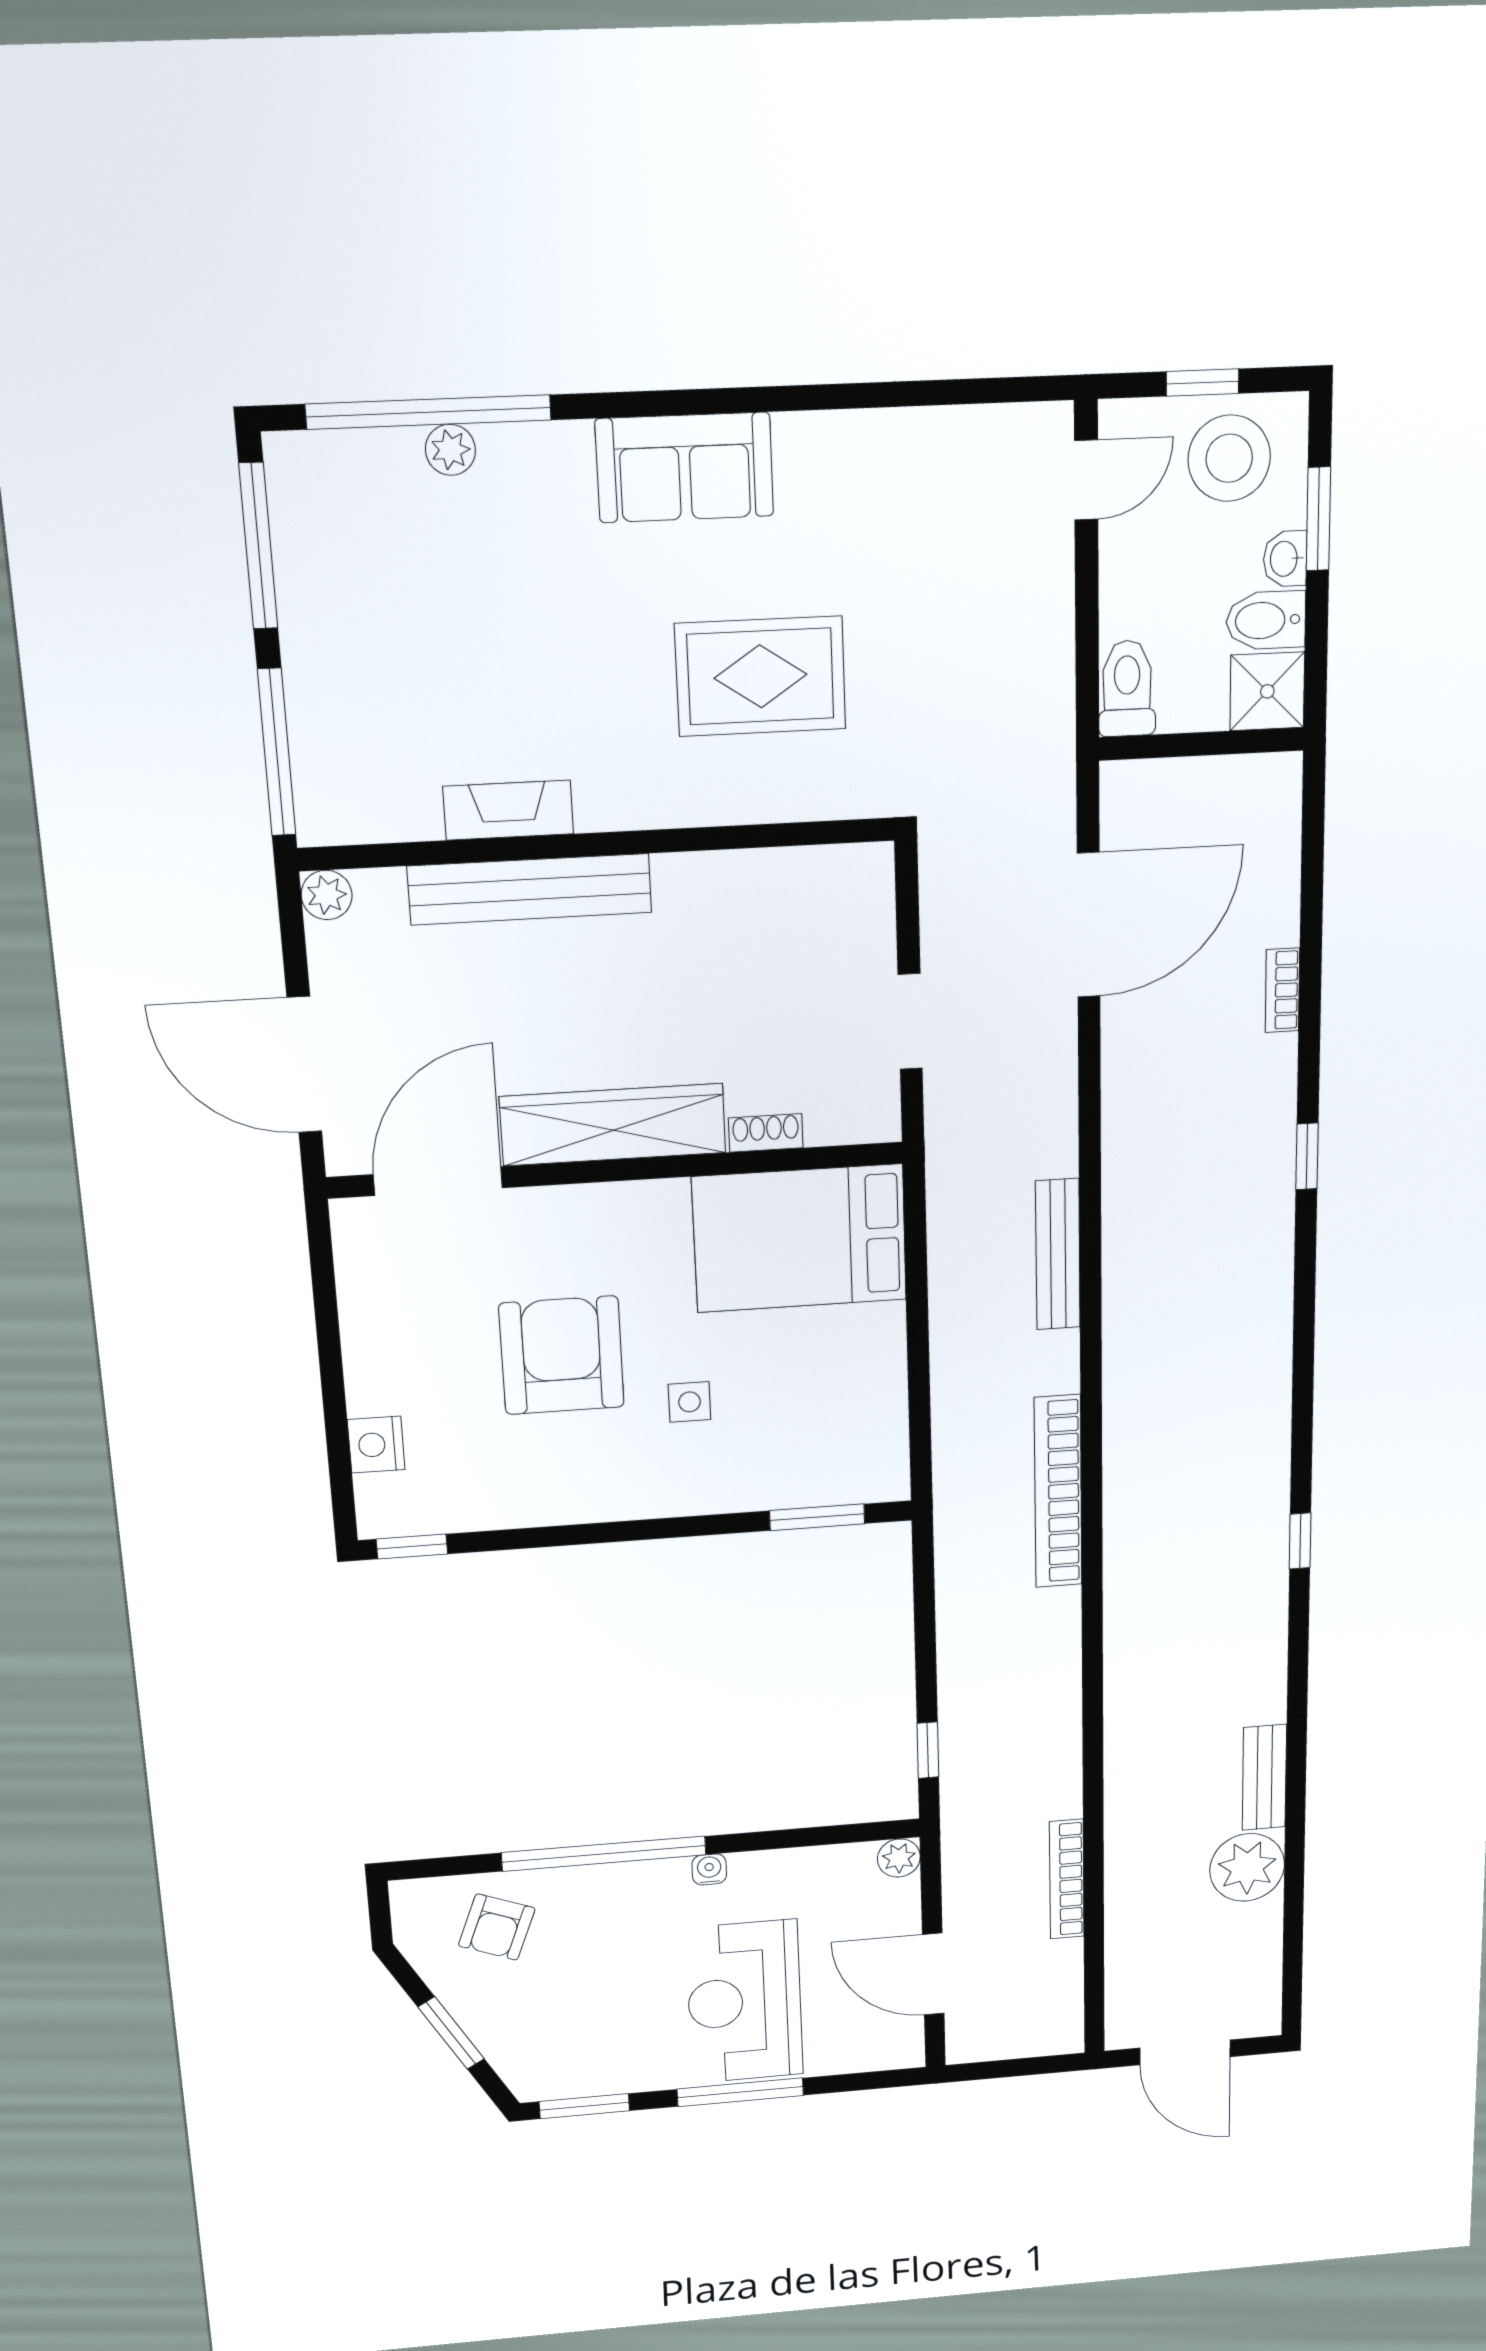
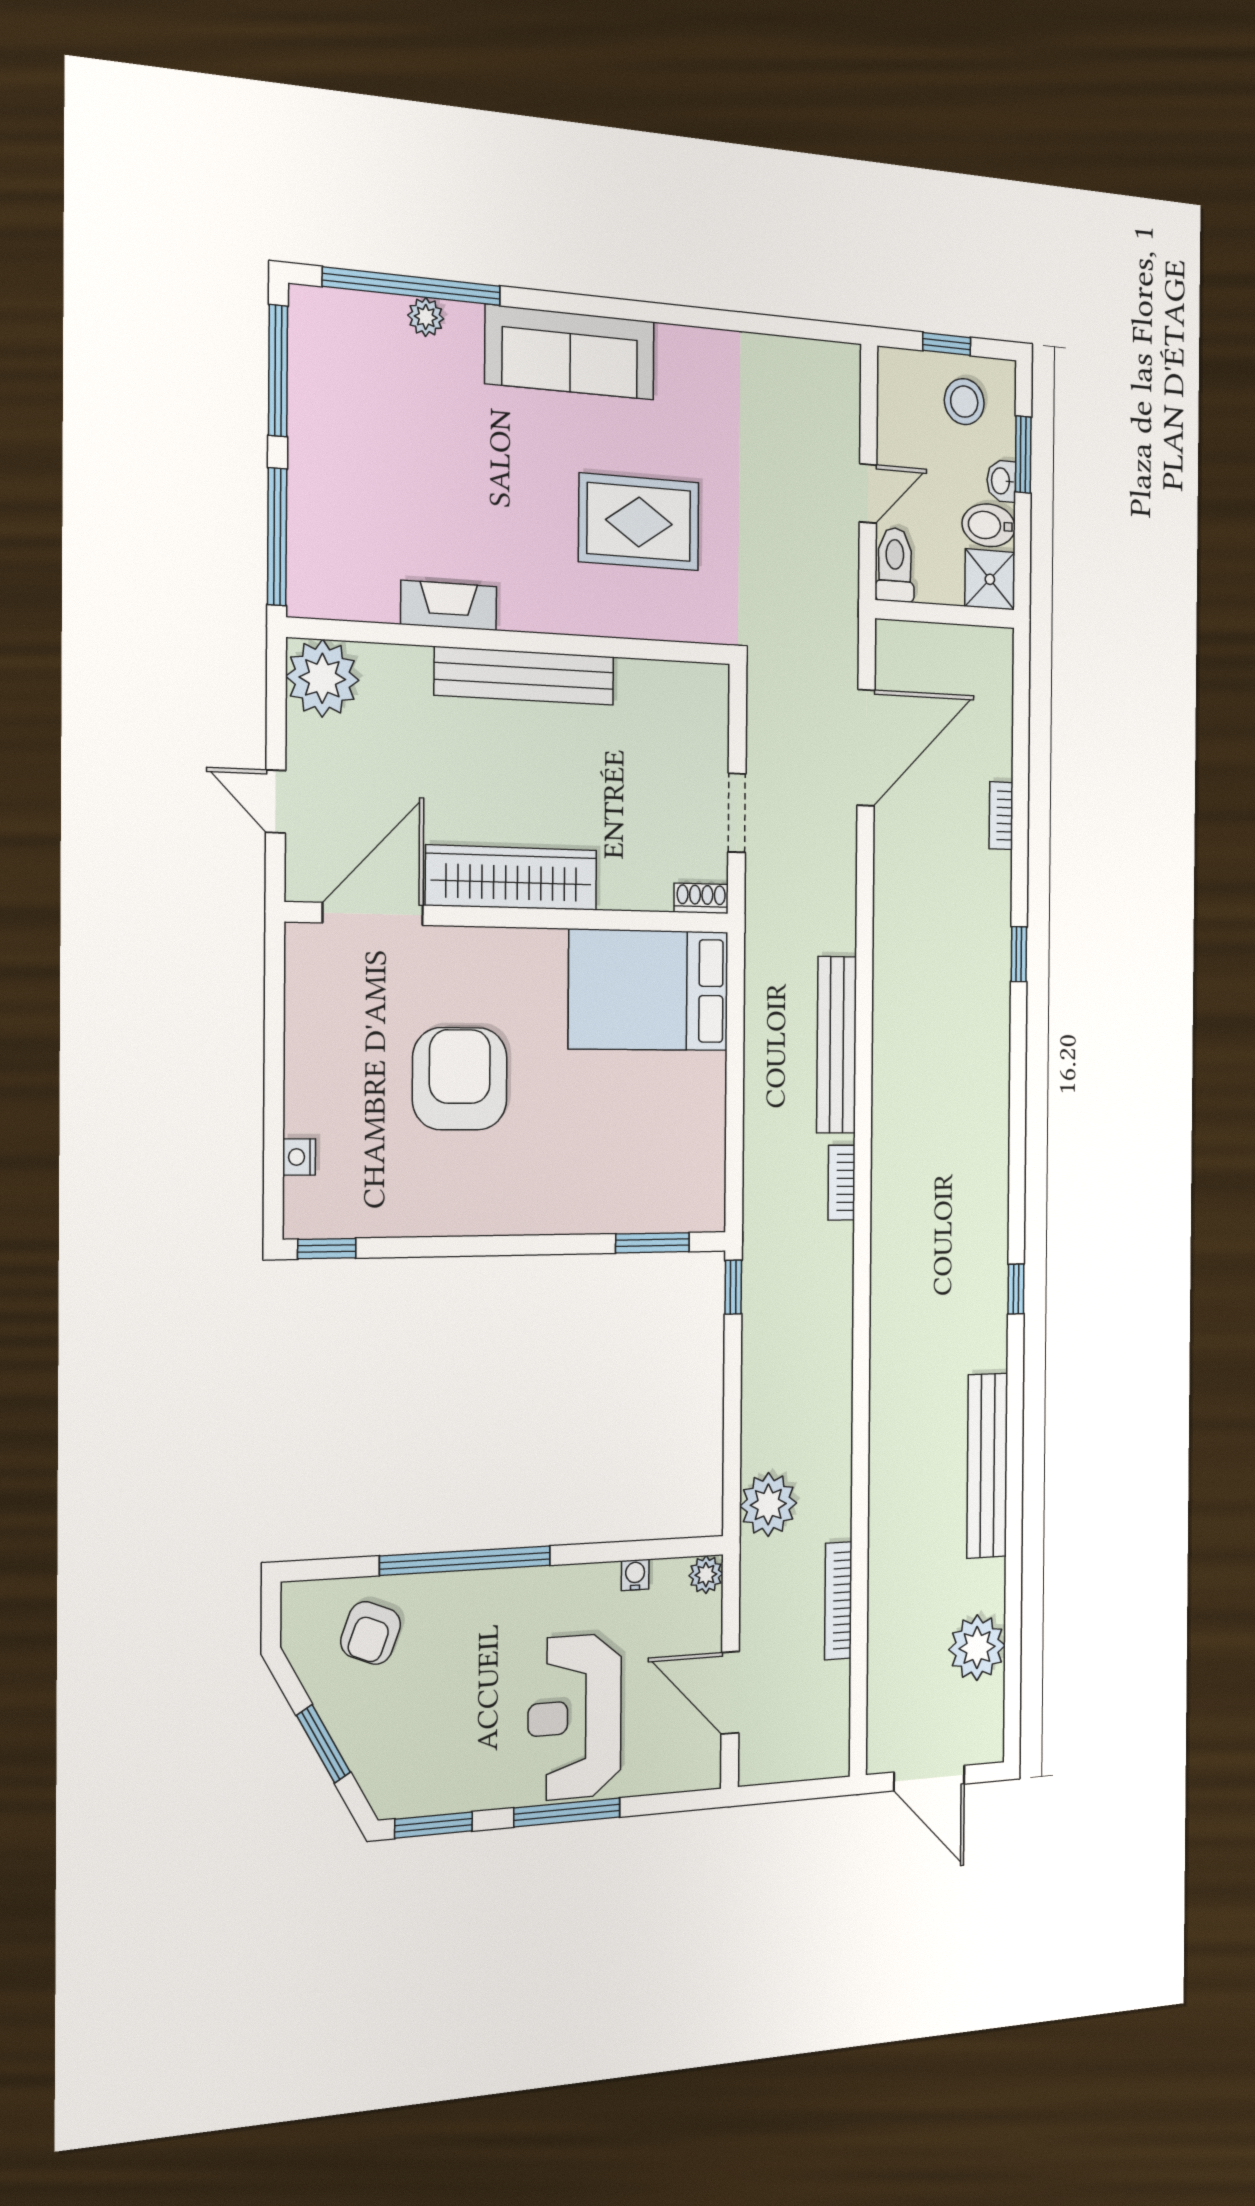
stool: (1229, 458) -> (964, 402), width x0.73, depth x0.73
sofa: (685, 467) -> (570, 352), width x1.36
door: (1086, 480) -> (868, 493), moved
bench: (530, 889) -> (525, 676), moved
plant: (327, 895) -> (322, 678), width x1.87, depth x1.87
door: (304, 1065) -> (276, 802), width x0.53
shoe rack: (766, 1133) -> (701, 898), moved
bench: (1058, 1254) -> (837, 1045), width x1.37, depth x1.21
side table: (689, 1402) -> (558, 1129), removed
nightstand: (376, 1445) -> (299, 1157), width x0.72, depth x0.74
bookcase: (1058, 1492) -> (842, 1183), width x0.43, depth x0.76
window: (928, 1750) -> (733, 1287), moved
bench: (1264, 1777) -> (987, 1466), width x1.86, depth x1.21
plant: (975, 1784) -> (768, 1504), added
plant: (1247, 1867) -> (977, 1648), moved
water cooler: (709, 1869) -> (635, 1575), moved

